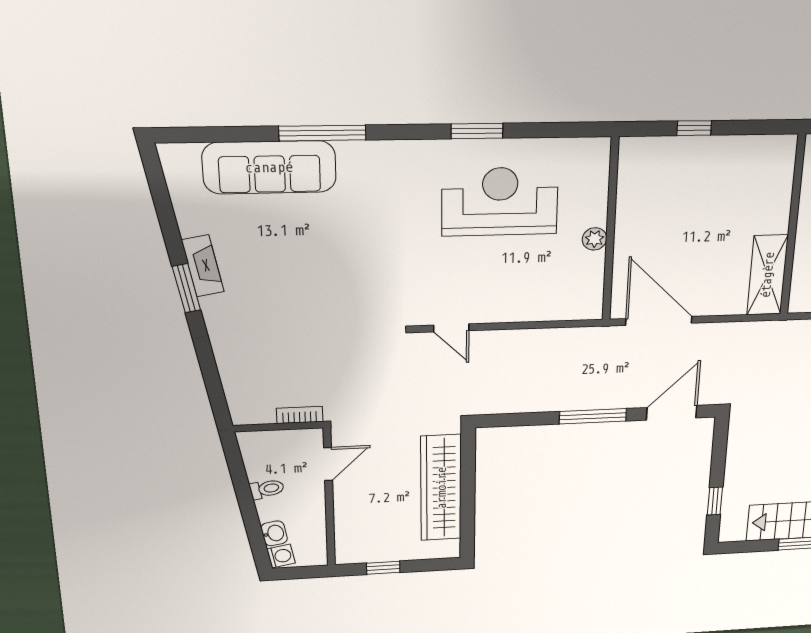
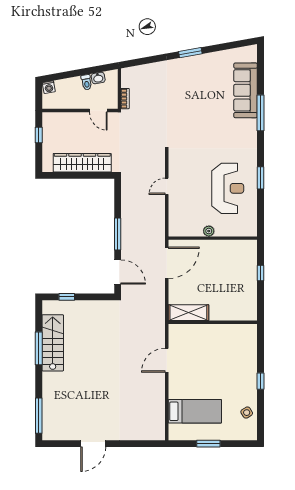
fireplace: (203, 266) -> (201, 60), removed
door: (451, 328) -> (167, 186), moved
washbasin: (274, 533) -> (98, 78), moved

